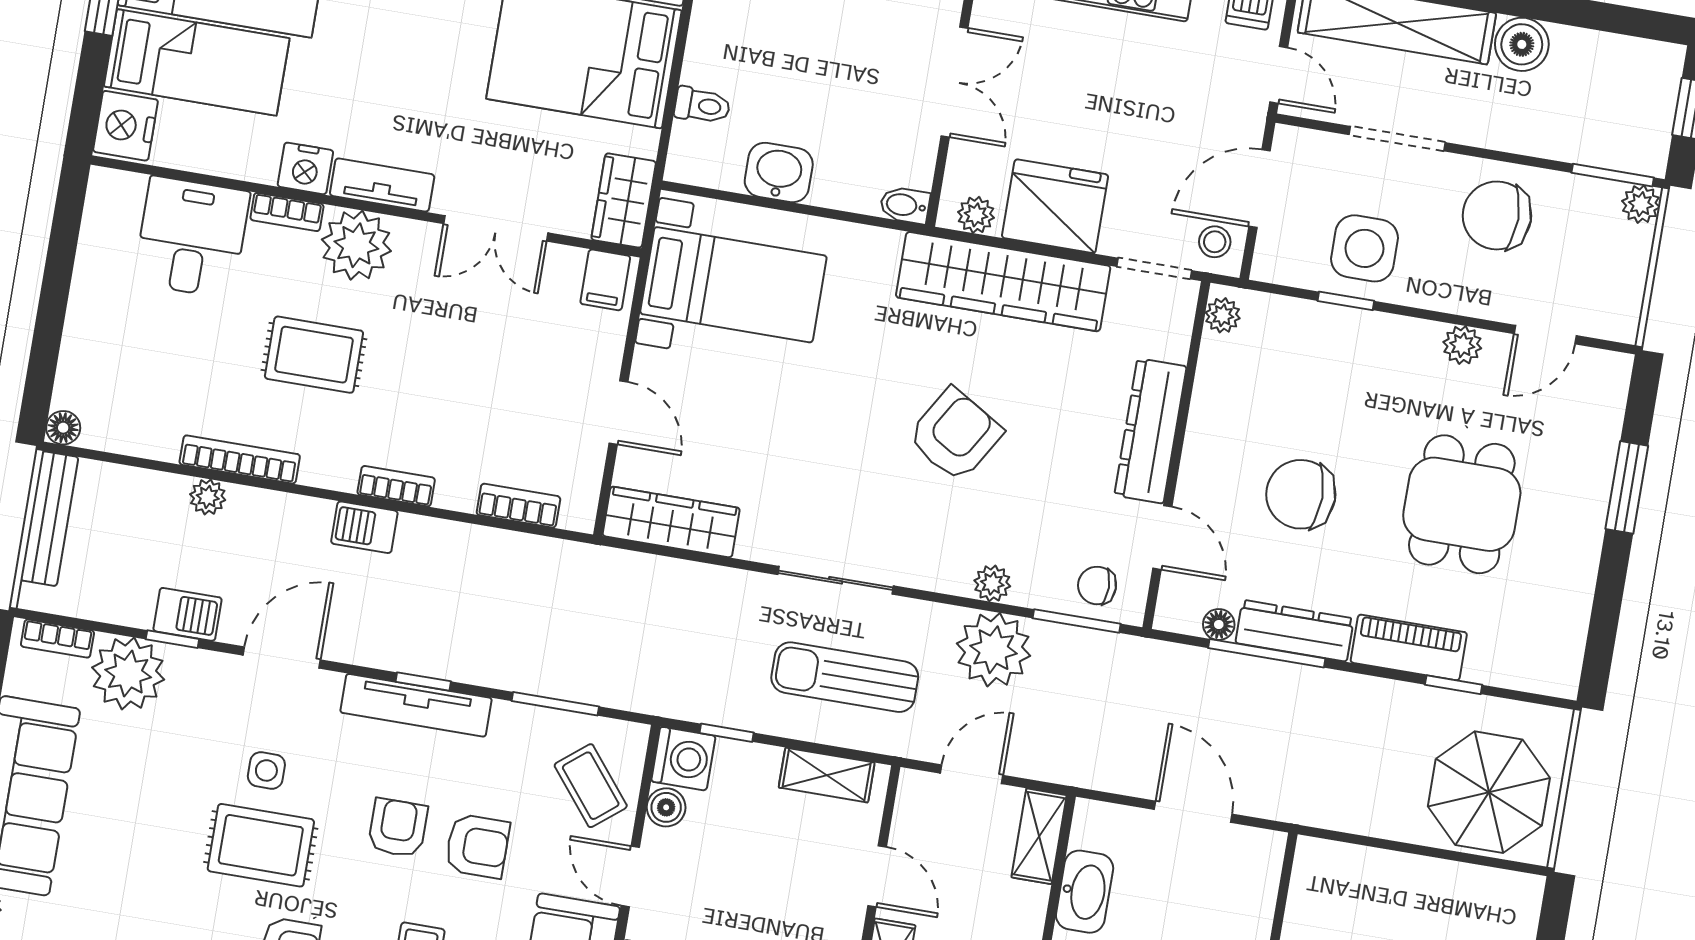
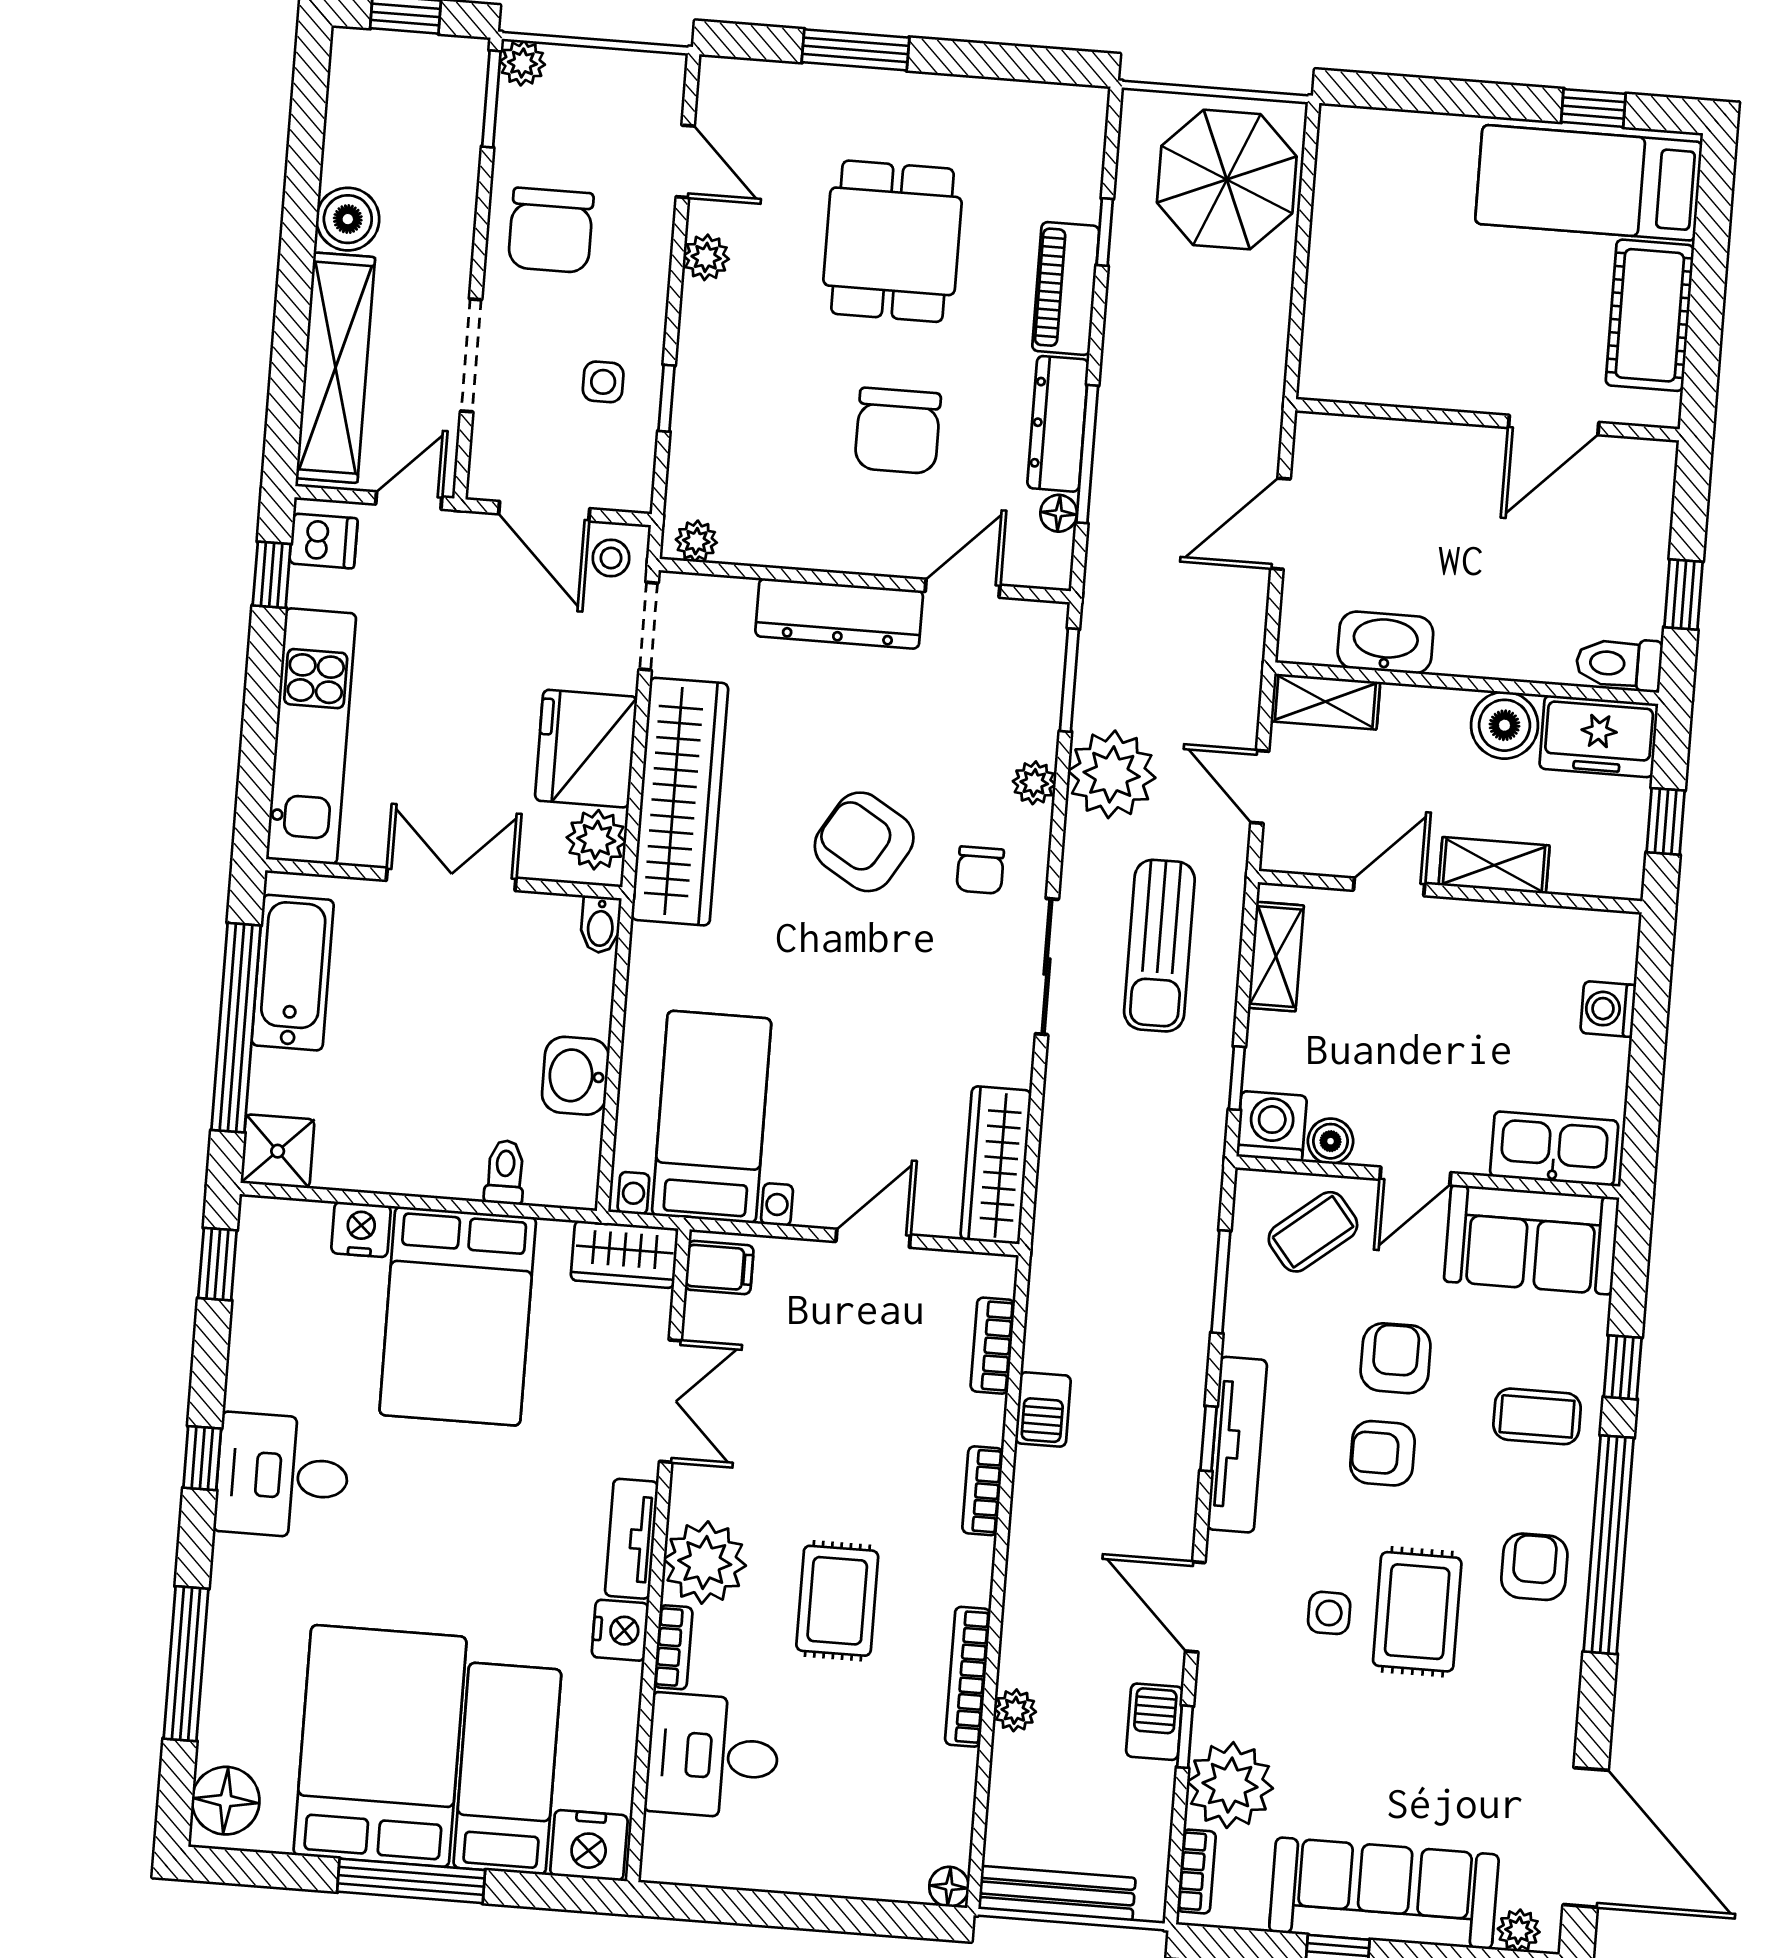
plant: (976, 215) -> (596, 840), width x1.38, depth x1.38
side table: (1365, 248) -> (603, 382), width x0.54, depth x0.54
dining table: (1462, 504) -> (892, 241), turned 90
barbecue: (364, 527) -> (1043, 1409), moved
chair: (1097, 585) -> (980, 870), moved

